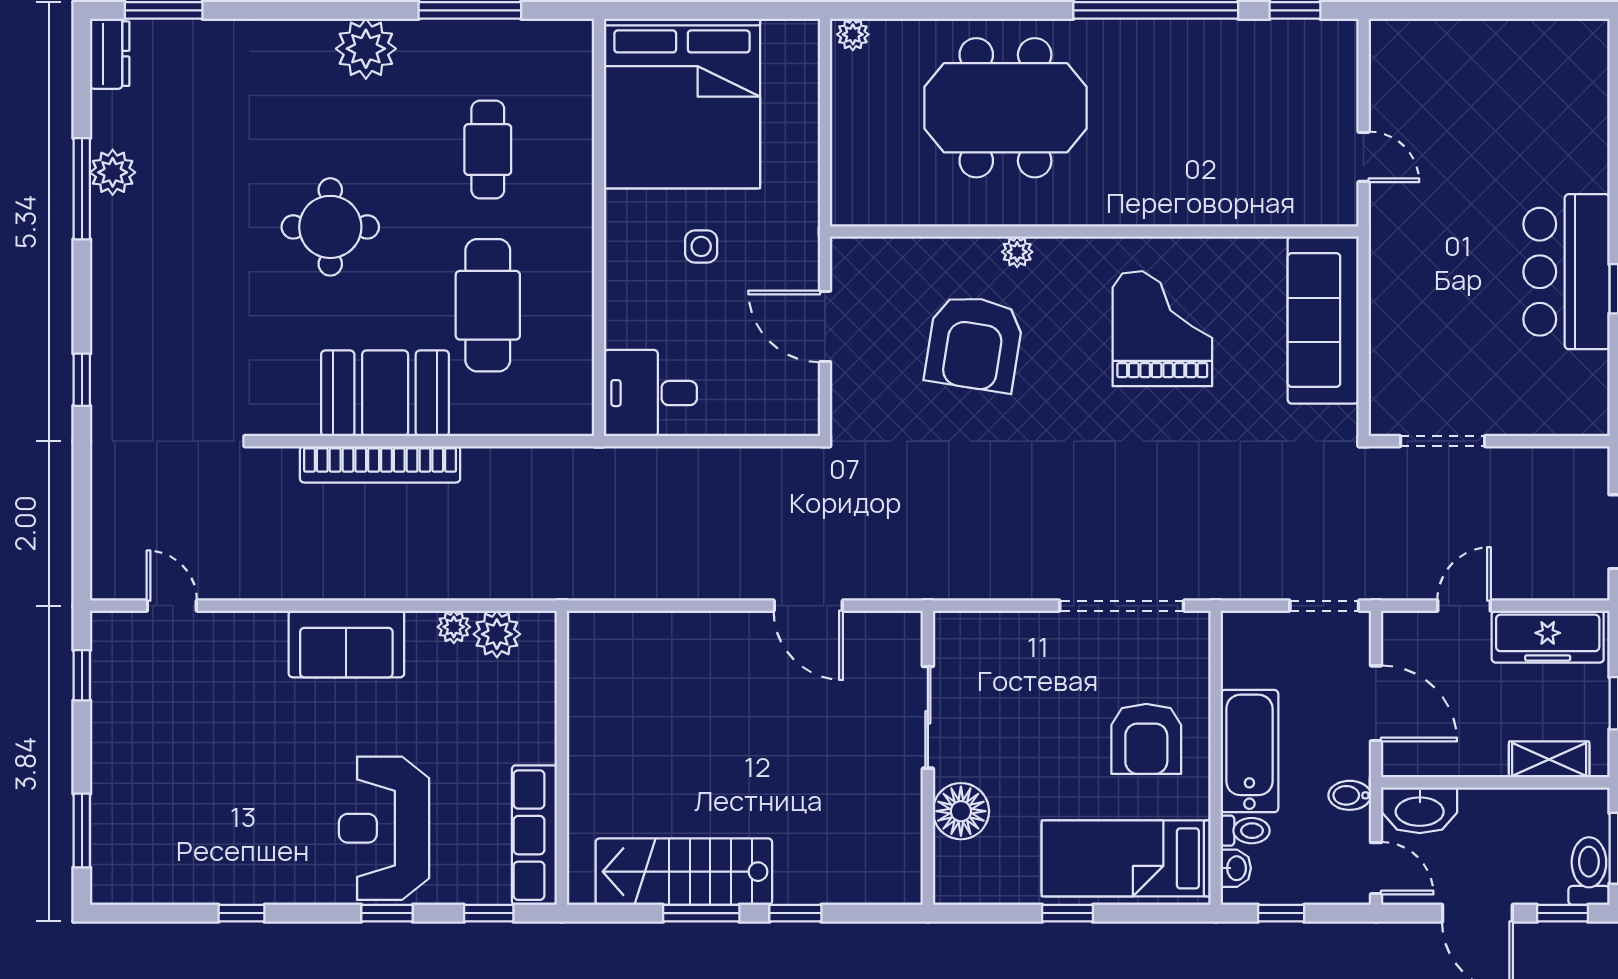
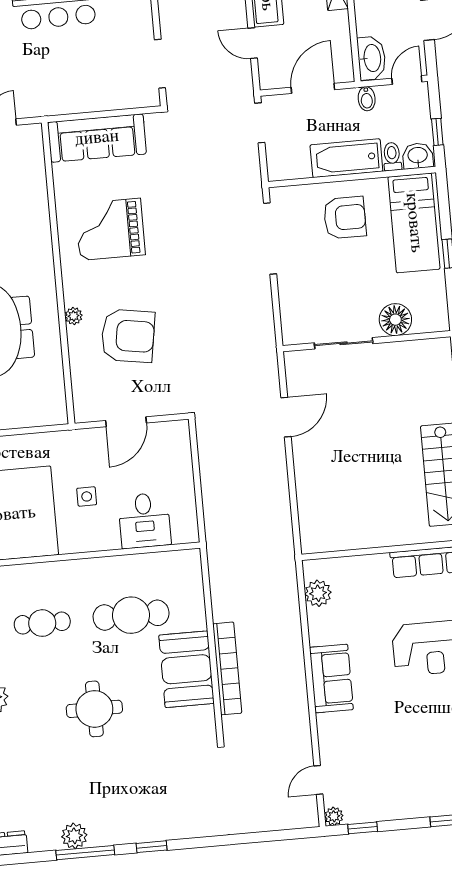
window: (82, 380) -> (152, 847), moved
desk: (650, 393) -> (144, 520), moved
plant: (454, 627) -> (334, 816), moved
washbasin: (1236, 868) -> (418, 156), width x1.38, depth x1.45

